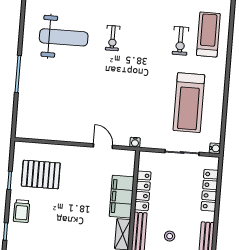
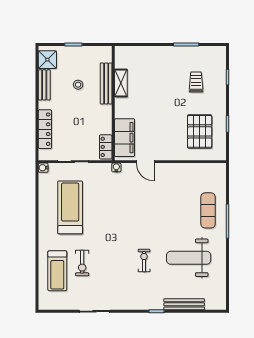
exercise bike: (181, 41) -> (82, 263), turned 180
exercise mat: (38, 87) -> (208, 210), added
pallet: (41, 175) -> (200, 131), turned 90
locker: (143, 191) -> (106, 147), moved, width x0.66
filing cabinet: (122, 197) -> (125, 138), moved
trolley: (22, 211) -> (196, 82), moved

